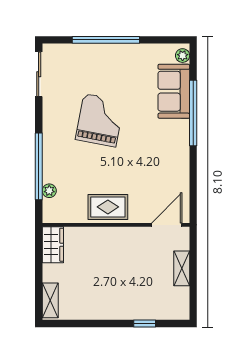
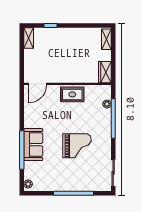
sofa: (174, 91) -> (33, 145), moved
grand piano: (100, 120) -> (77, 146), turned -101
shelving: (182, 268) -> (29, 38), moved

